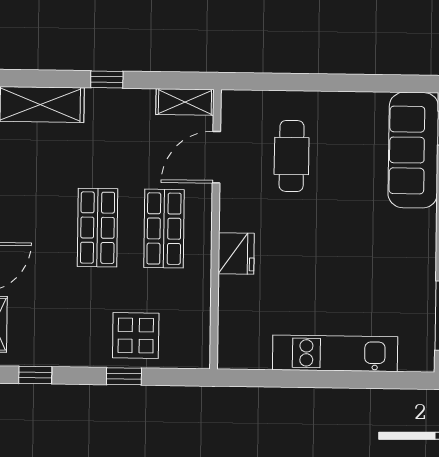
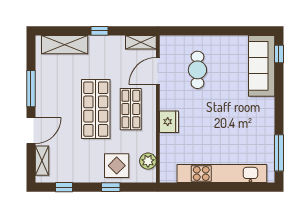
shop shelf: (98, 228) -> (96, 109), width x1.43, depth x1.36
plant: (195, 328) -> (148, 161), added
kitchen unit: (335, 353) -> (222, 173), width x1.36

